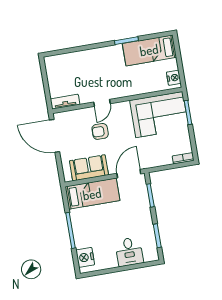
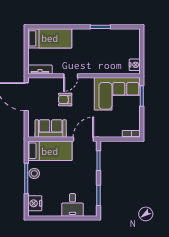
bed: (149, 50) -> (50, 38), moved, turned 180
stool: (79, 223) -> (34, 173), added

